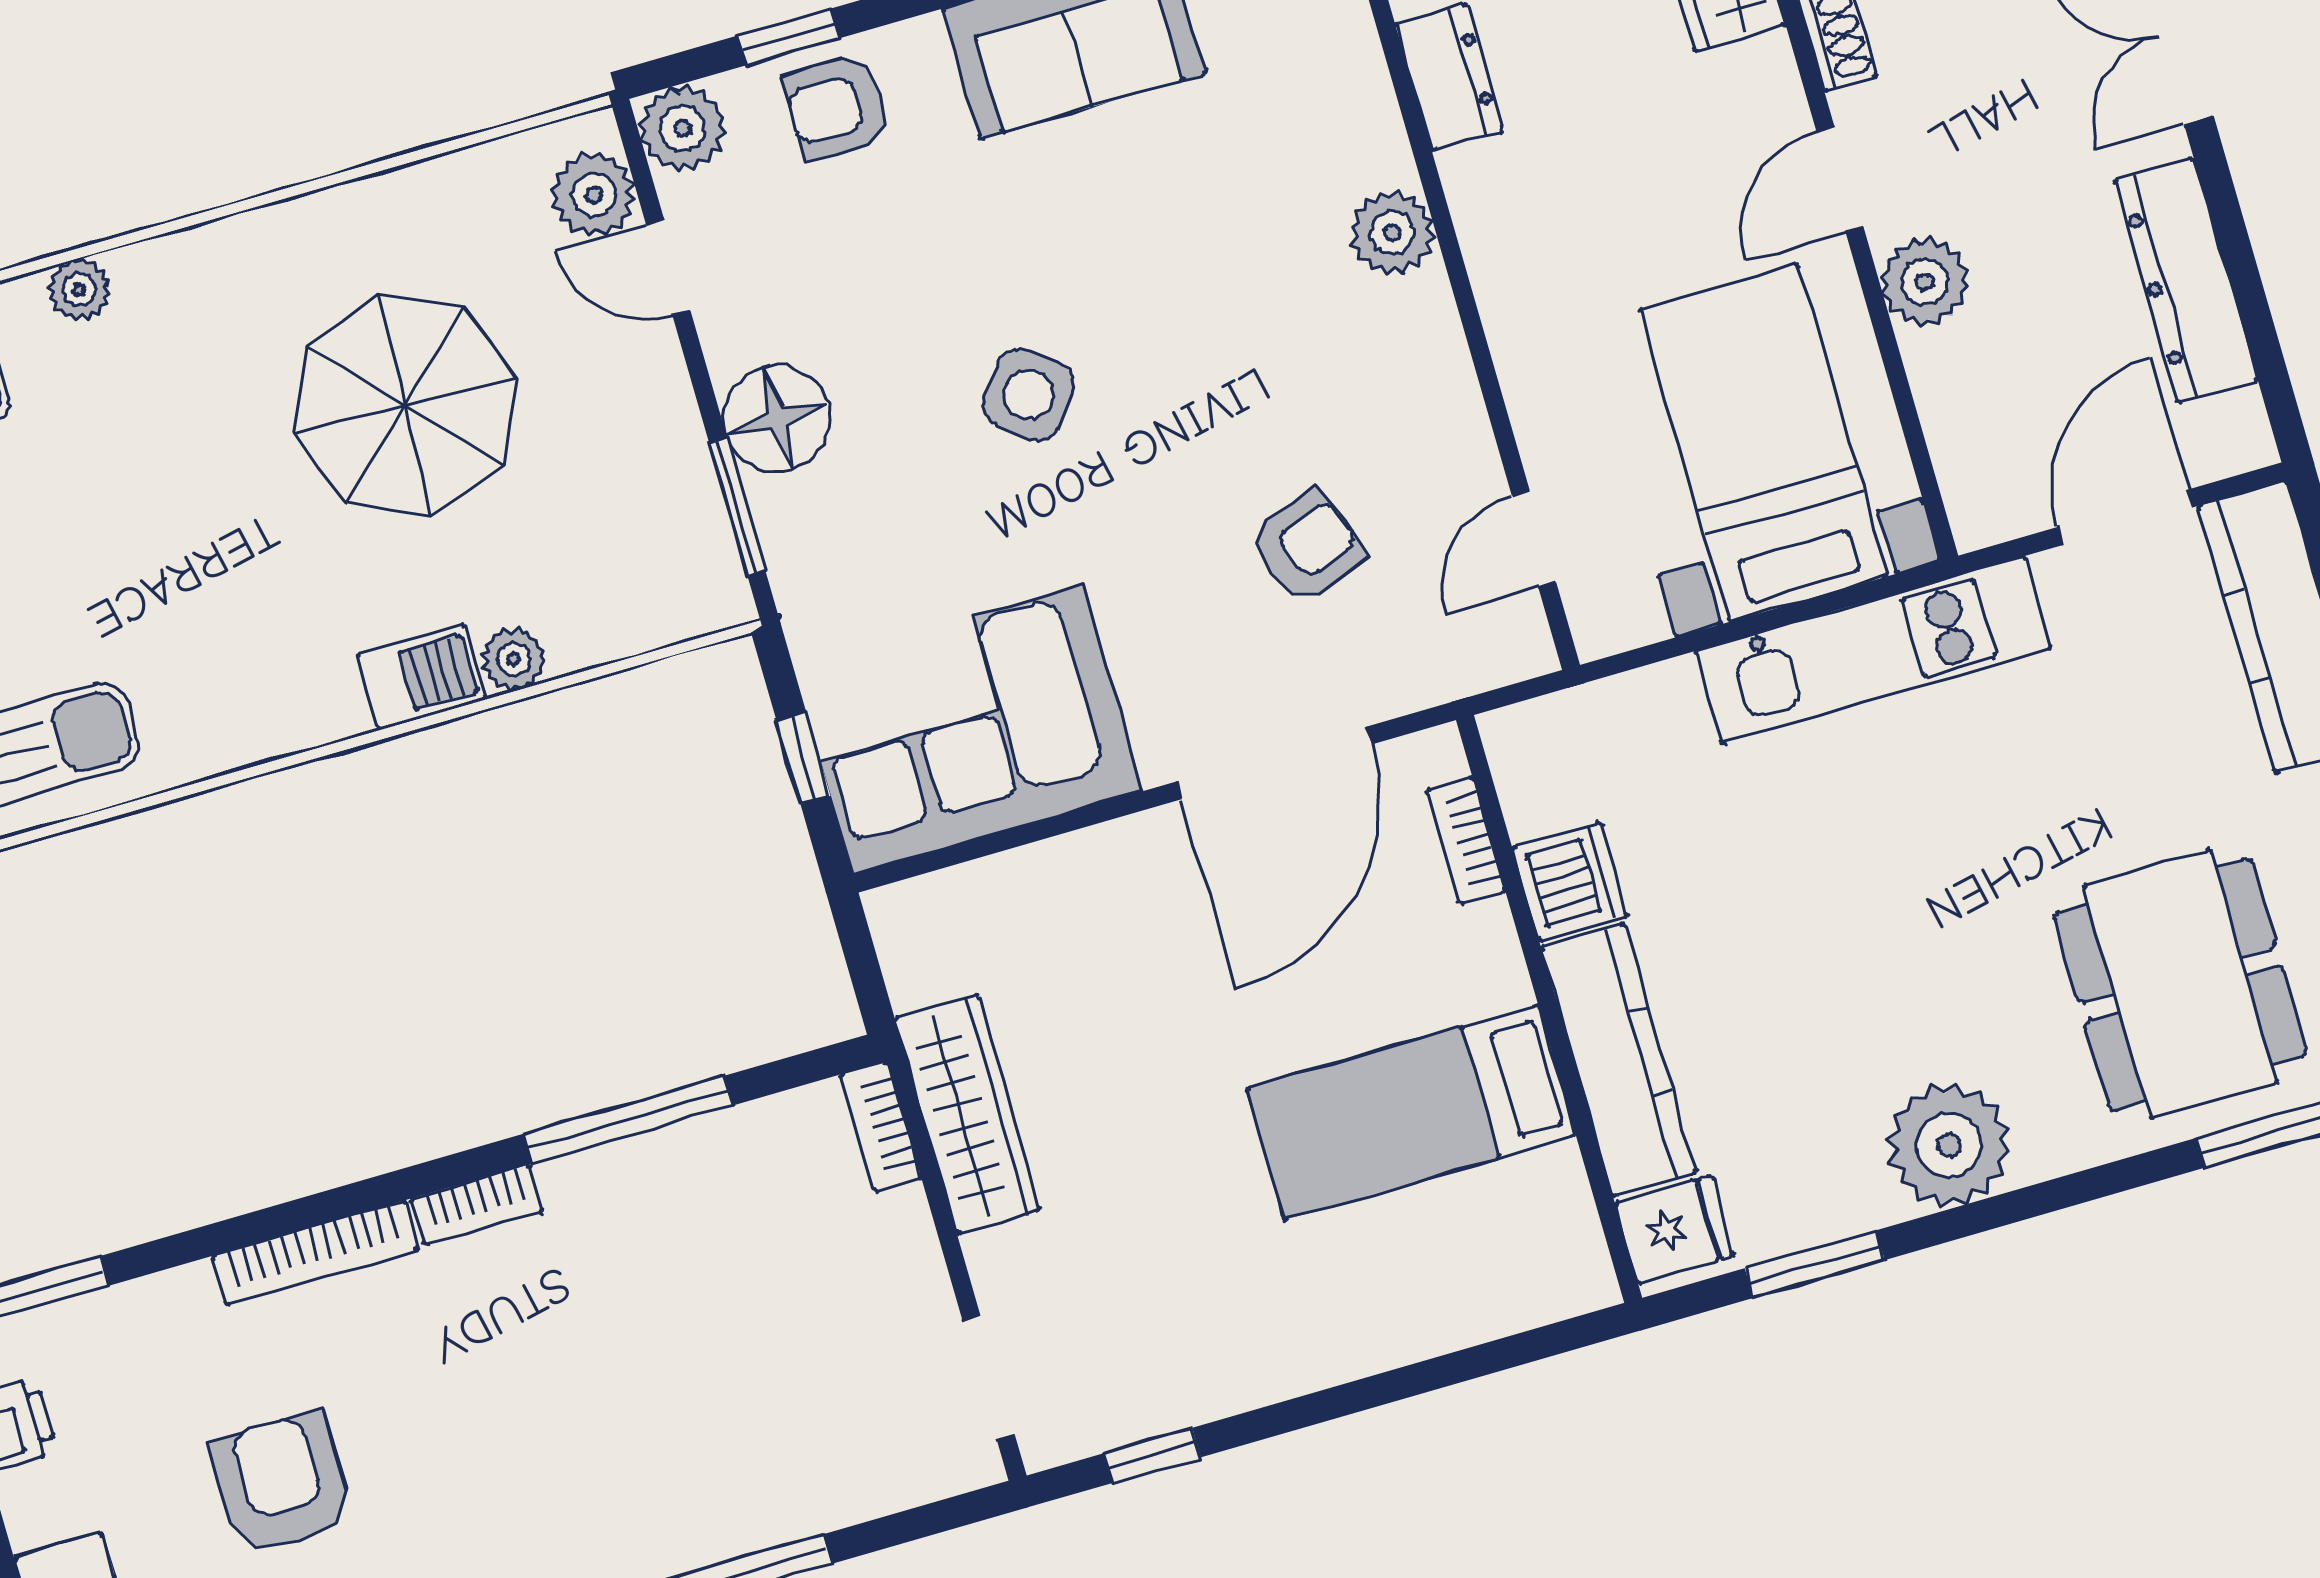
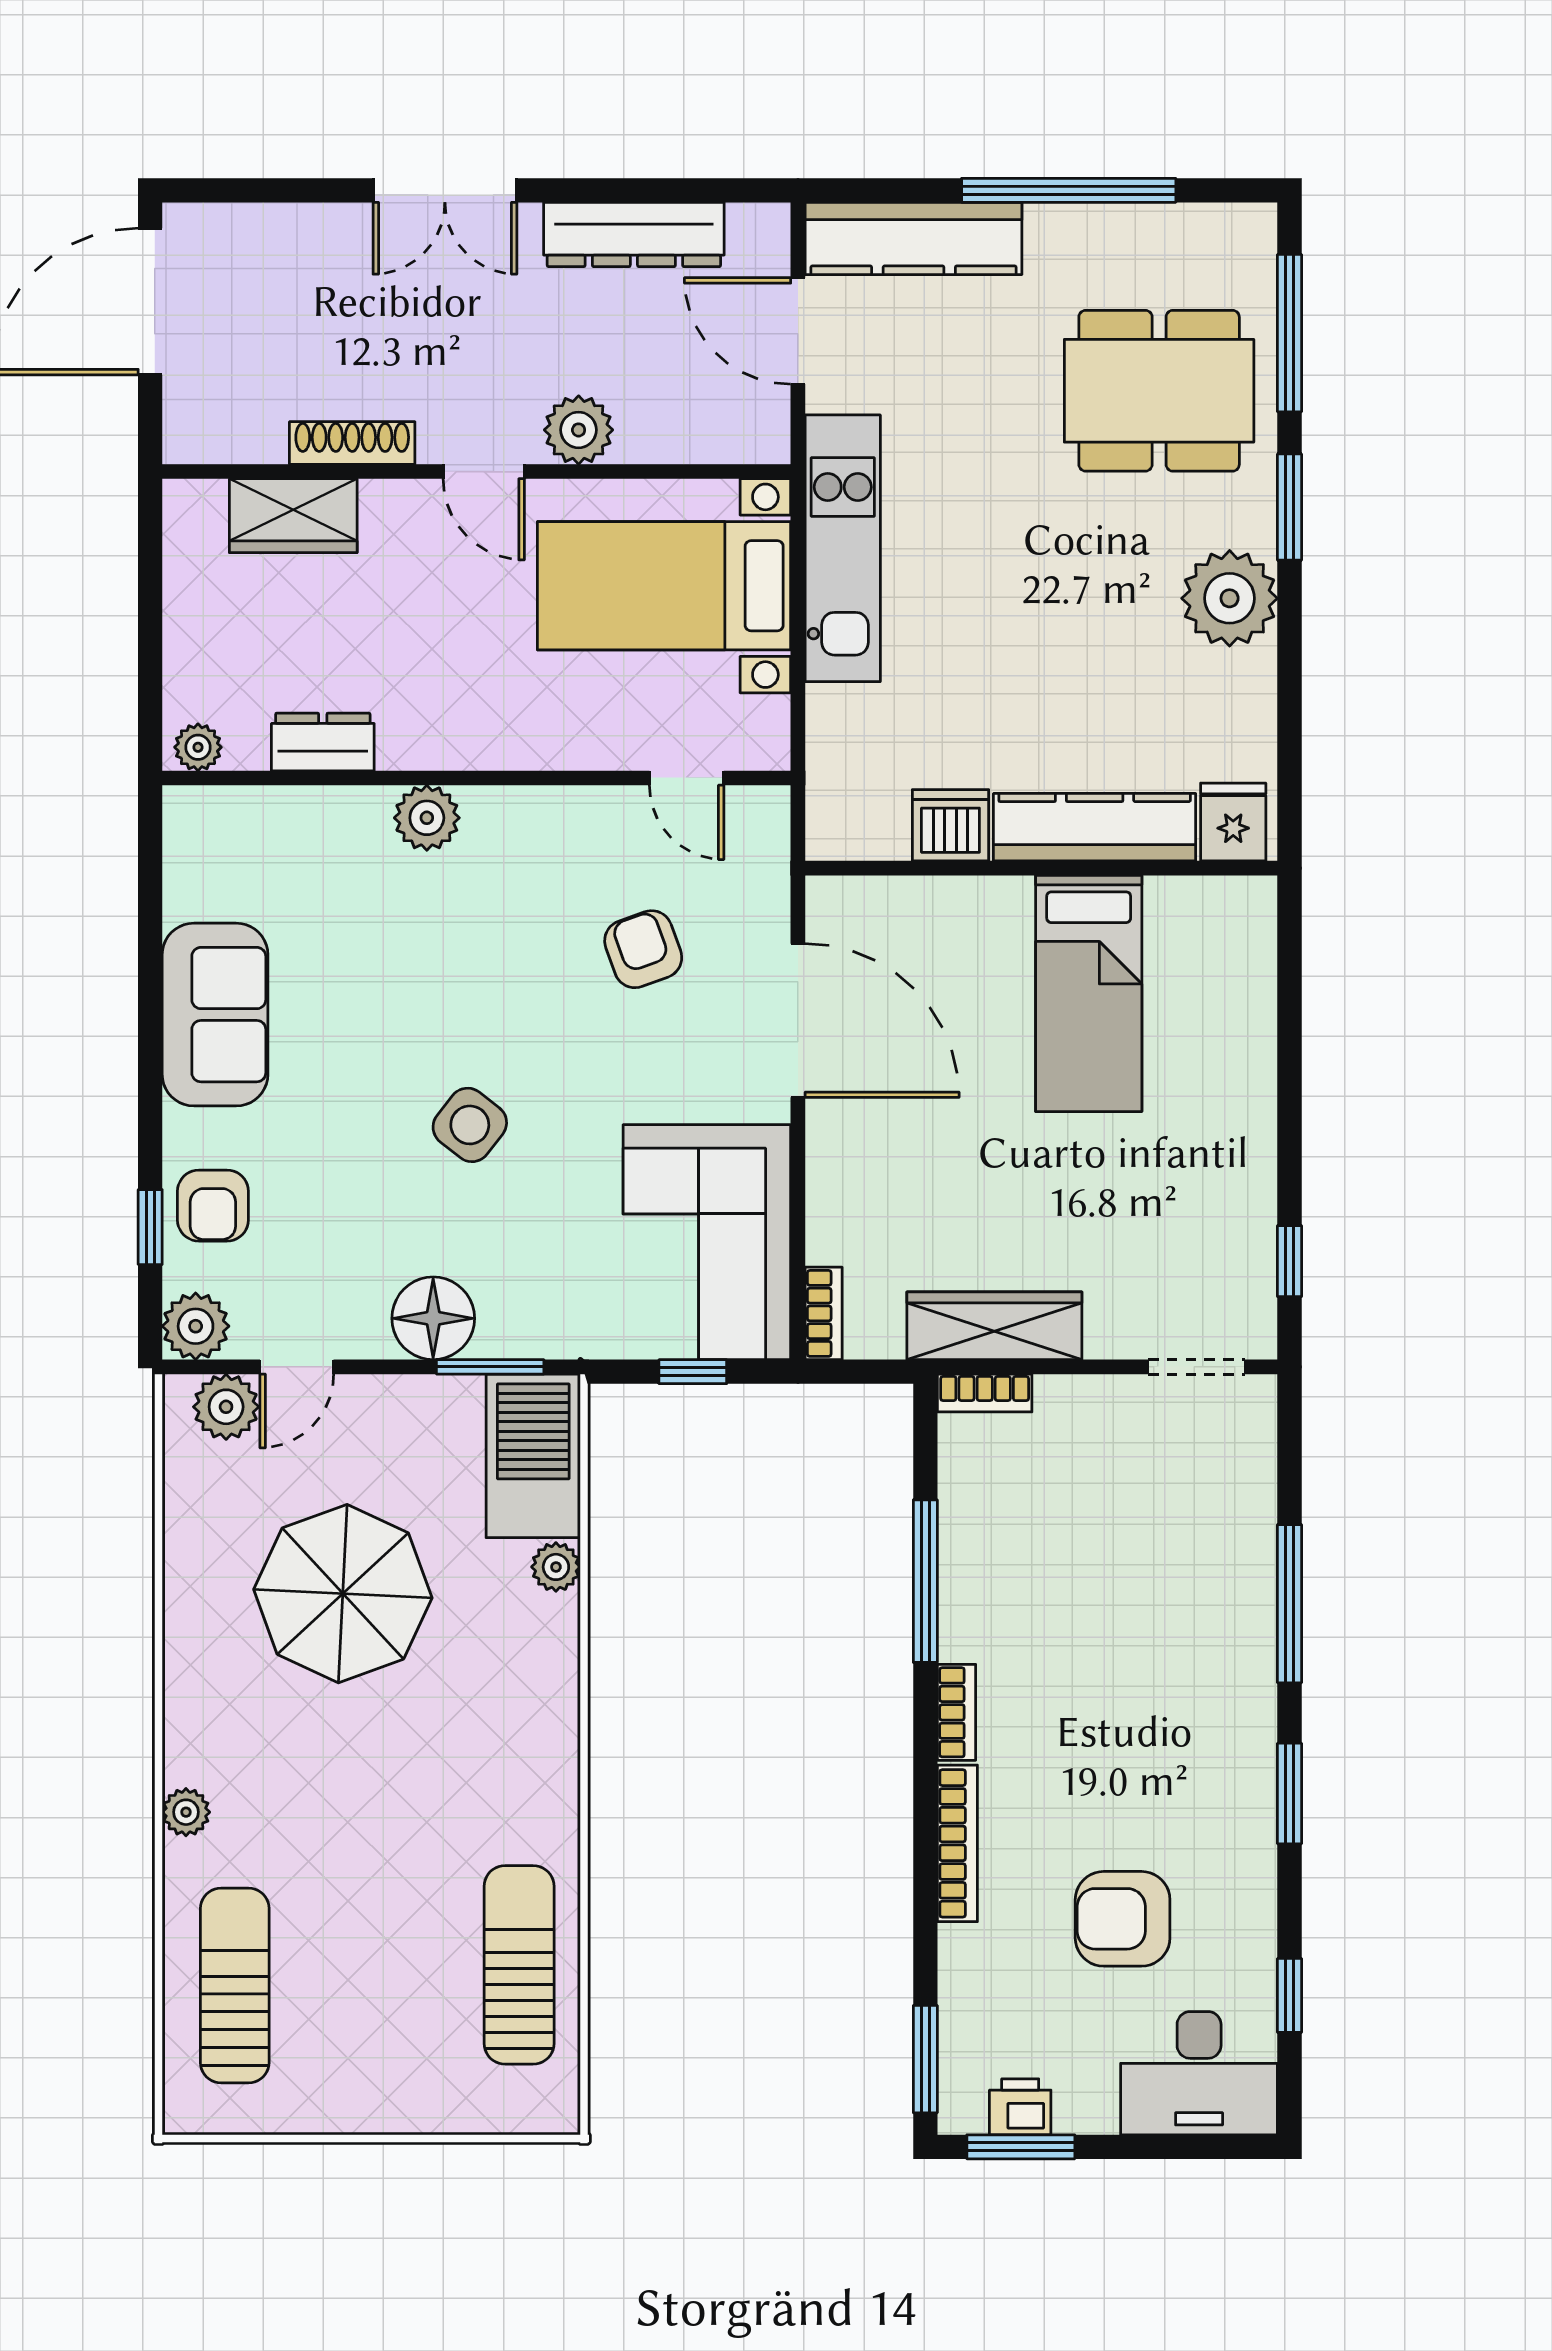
barbecue: (422, 677) -> (533, 1456), moved, width x1.88, depth x1.53
bookcase: (1466, 841) -> (824, 1313), moved, turned -90
window: (1815, 1264) -> (1289, 507), moved

